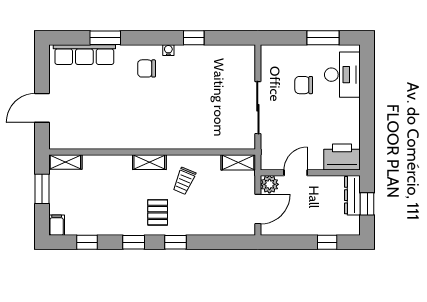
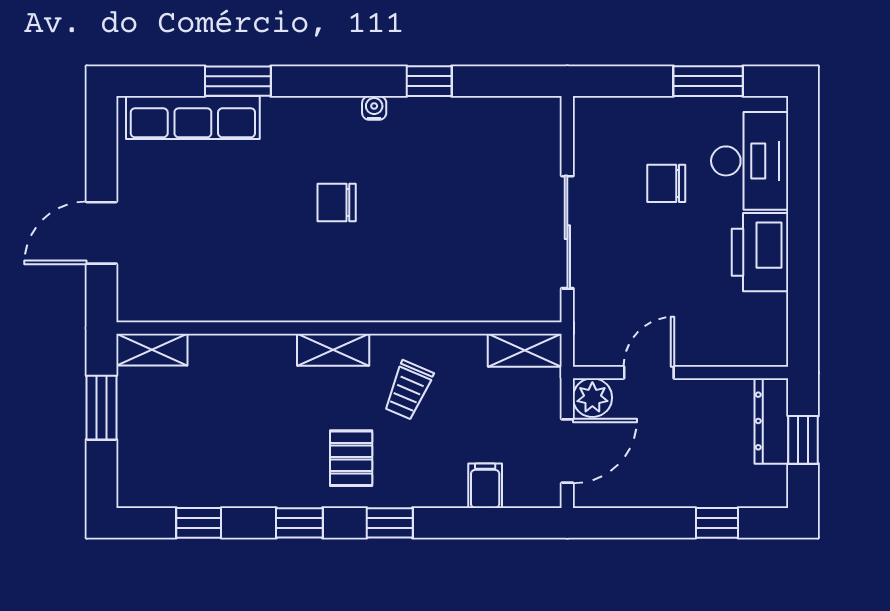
chair: (147, 68) -> (337, 202), moved
printer: (342, 157) -> (760, 252), moved, turned -90
filing cabinet: (57, 225) -> (485, 486), moved

